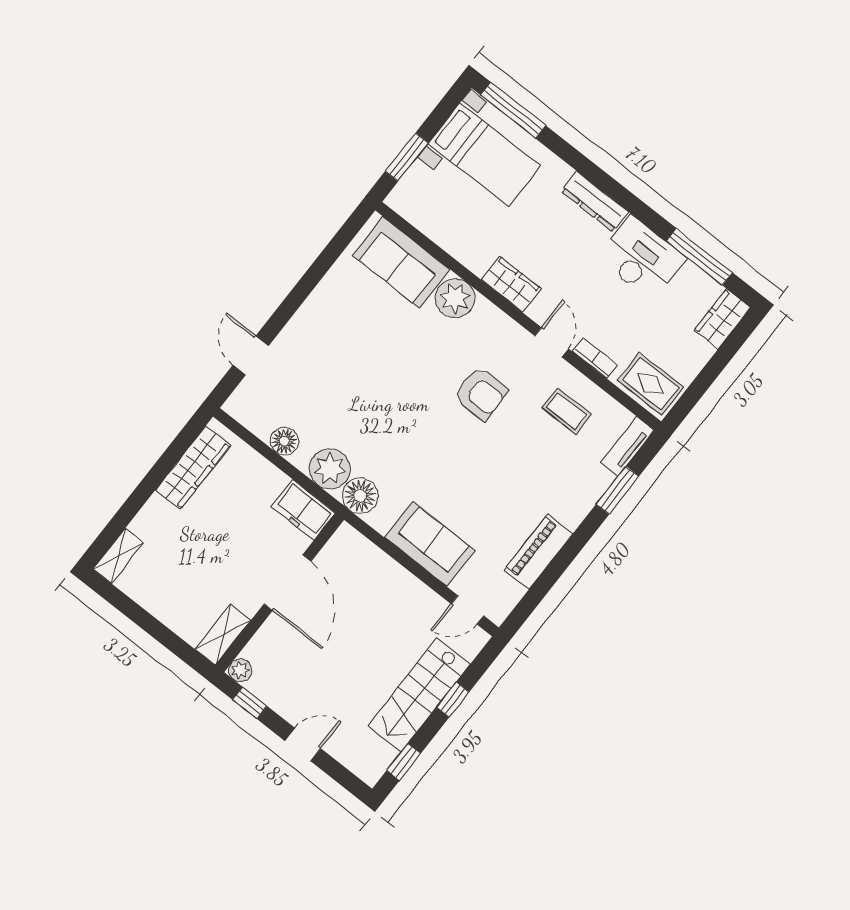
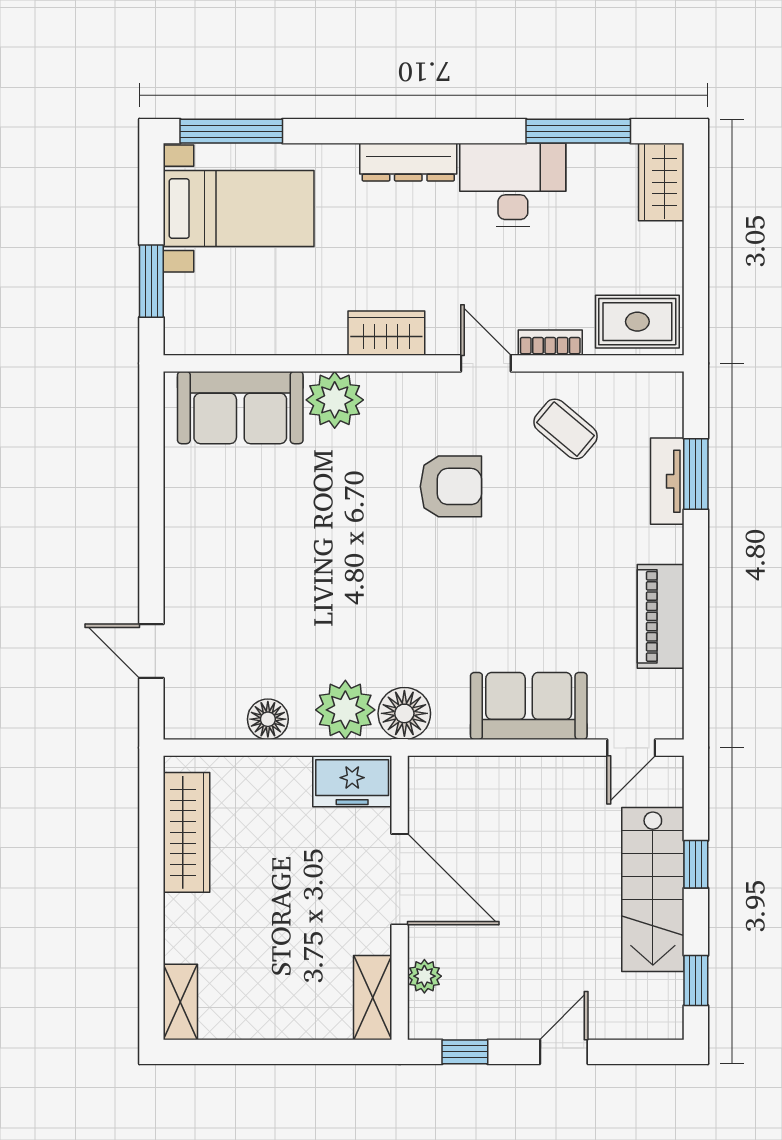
coffee table: (567, 411) -> (565, 429), turned 40
tv unit: (627, 446) -> (667, 481), moved
plant: (240, 670) -> (424, 976), moved

